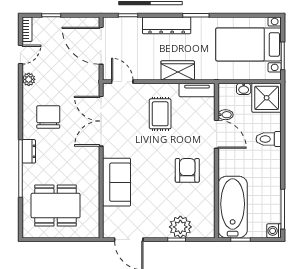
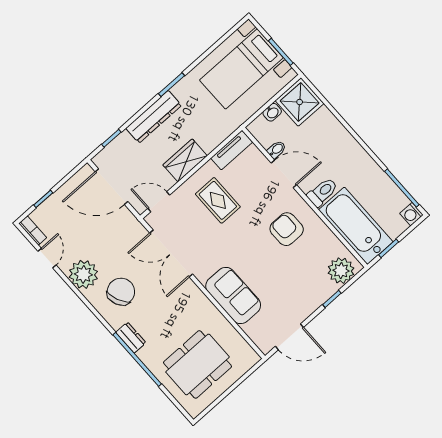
wardrobe: (178, 70) -> (185, 160), moved
plant: (29, 79) -> (83, 274), width x1.88, depth x1.88
chair: (48, 117) -> (121, 292), turned 66
toilet: (269, 139) -> (322, 192), moved, turned 180
plant: (180, 227) -> (341, 271), moved

